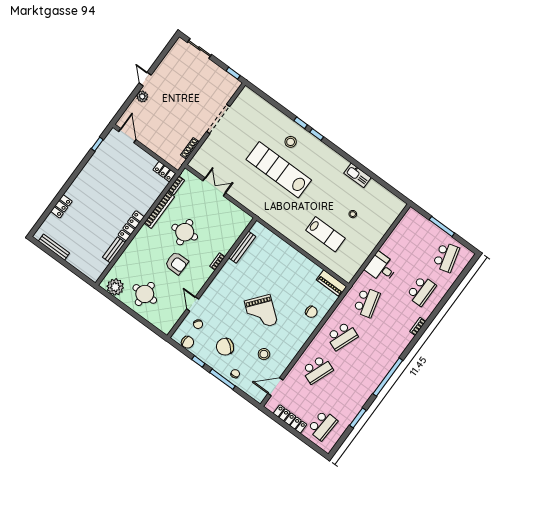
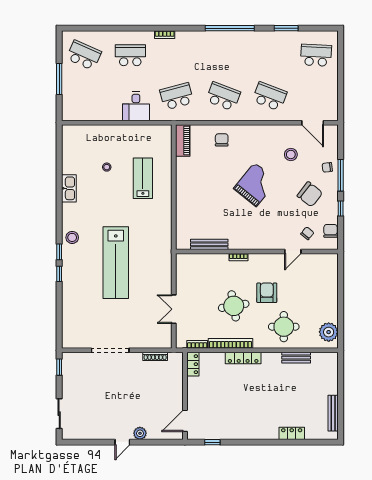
stool: (291, 142) -> (72, 237), moved
locker: (131, 226) -> (243, 358), moved
school desk: (446, 257) -> (84, 55), turned 39
round table: (145, 294) -> (284, 327), moved
locker: (290, 419) -> (332, 88), removed

